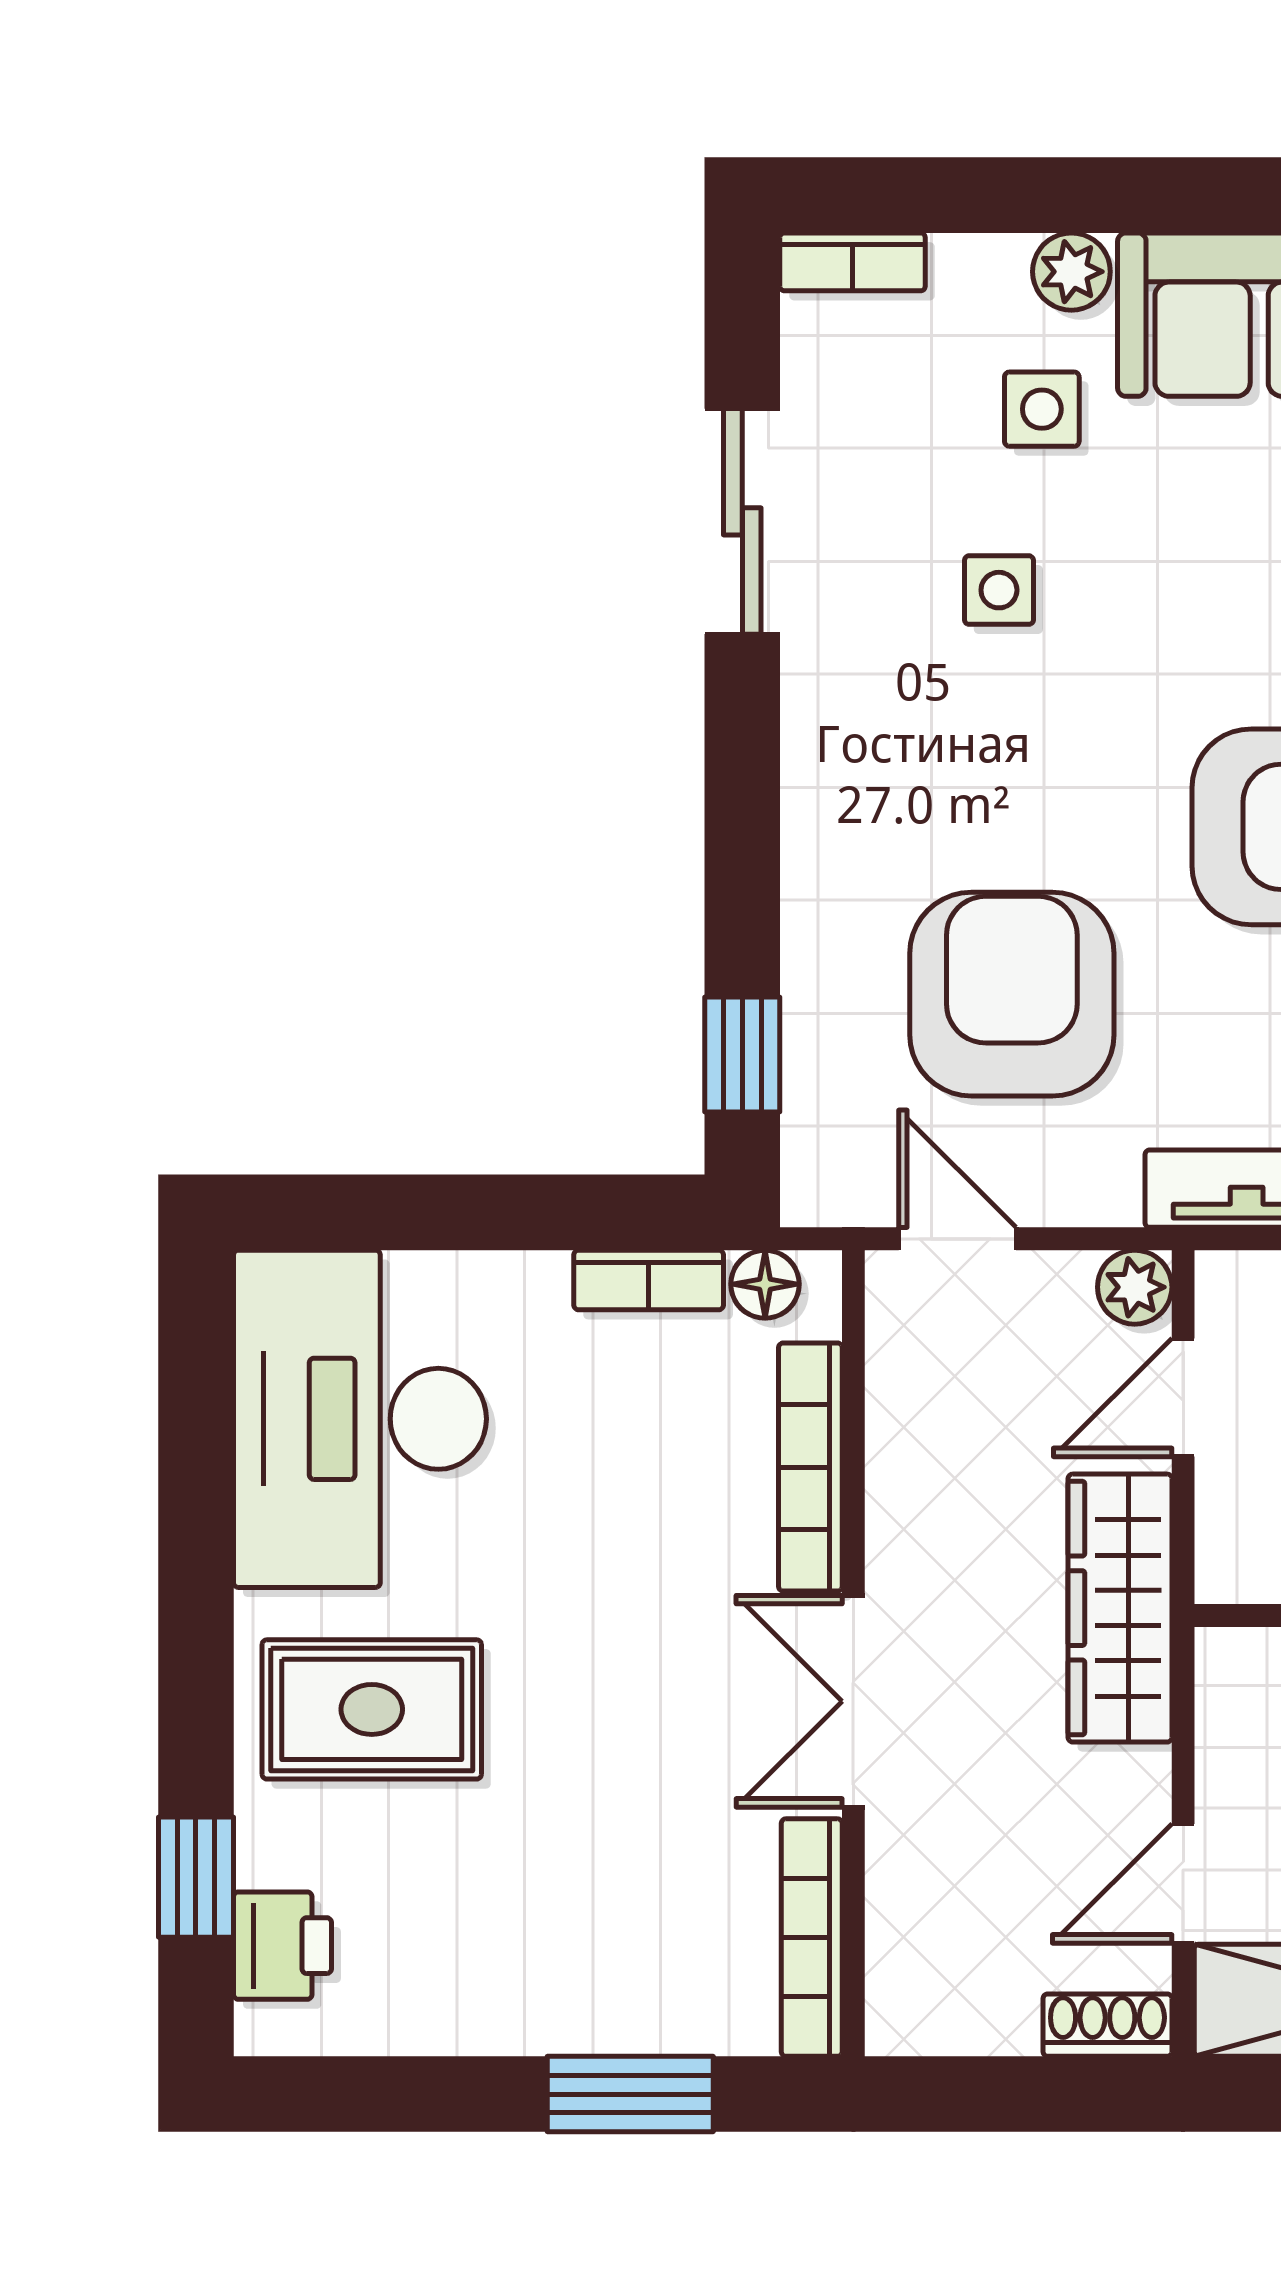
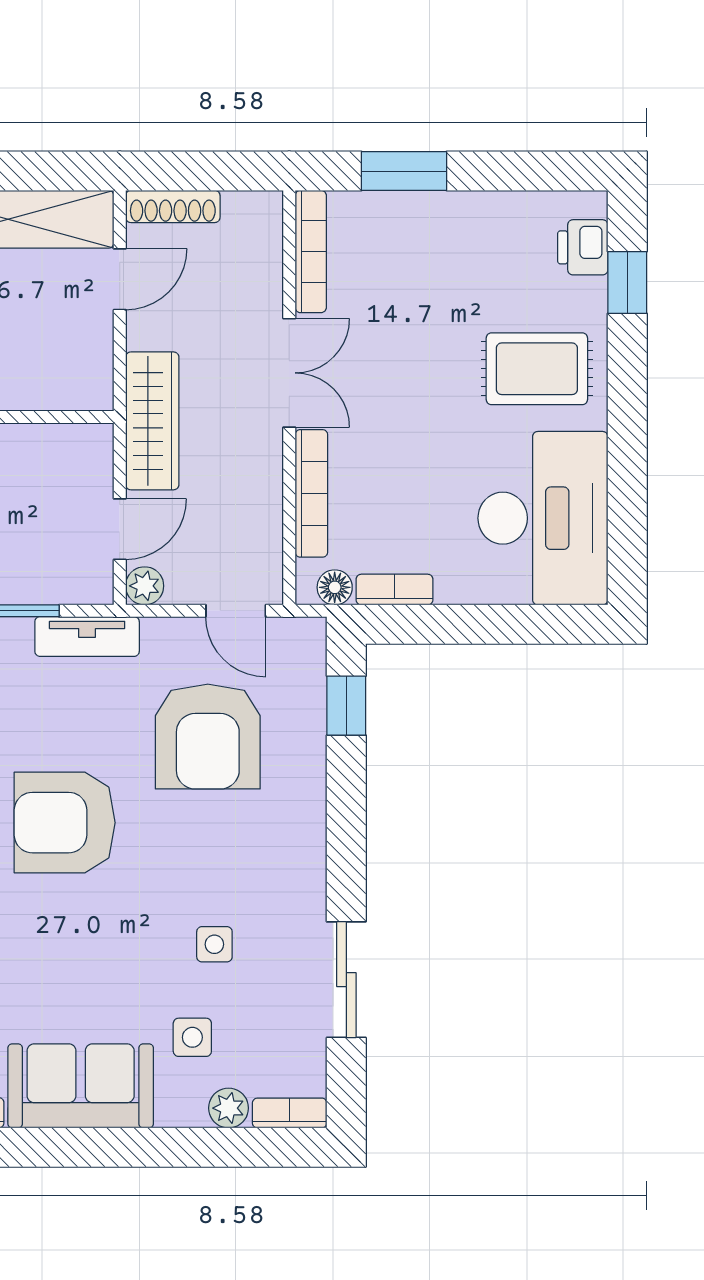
plant: (1071, 272) -> (229, 1108), moved
shoe rack: (1107, 2025) -> (173, 206), width x1.43

